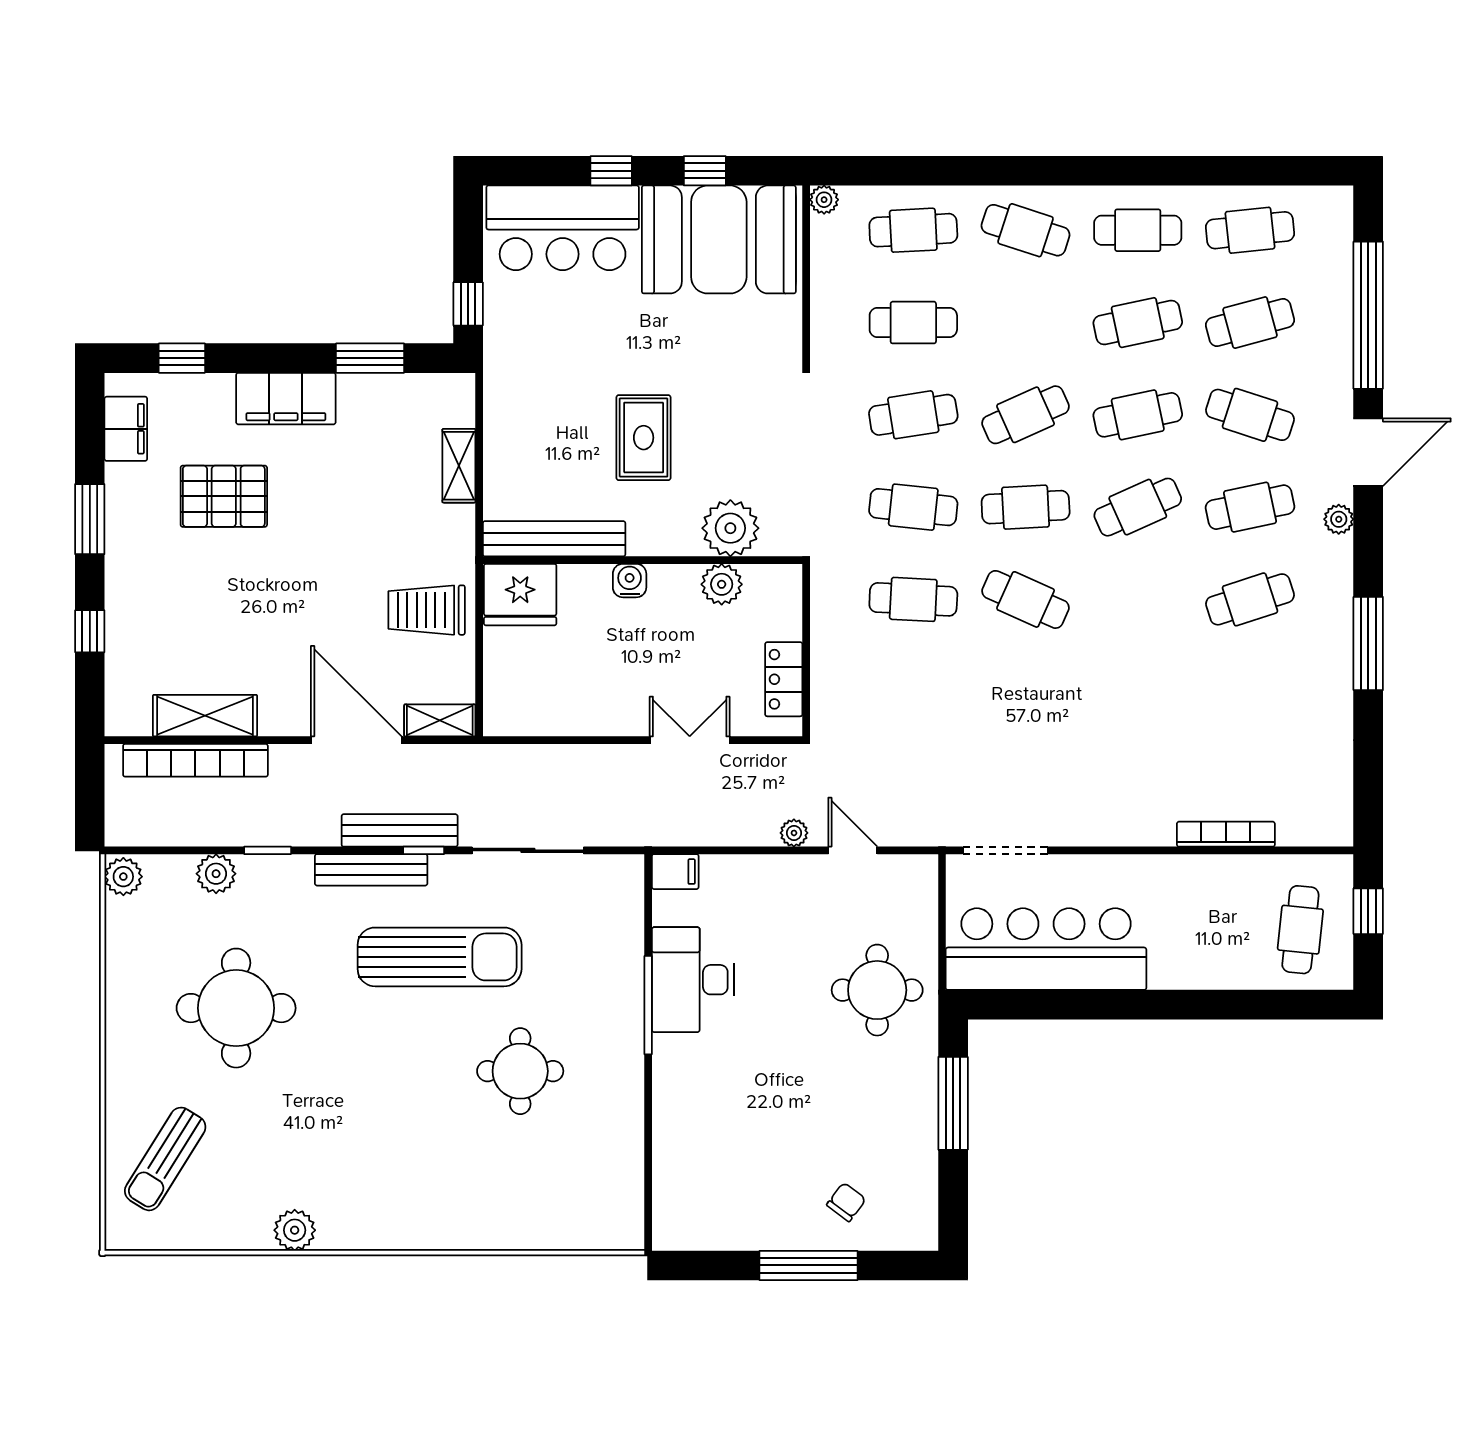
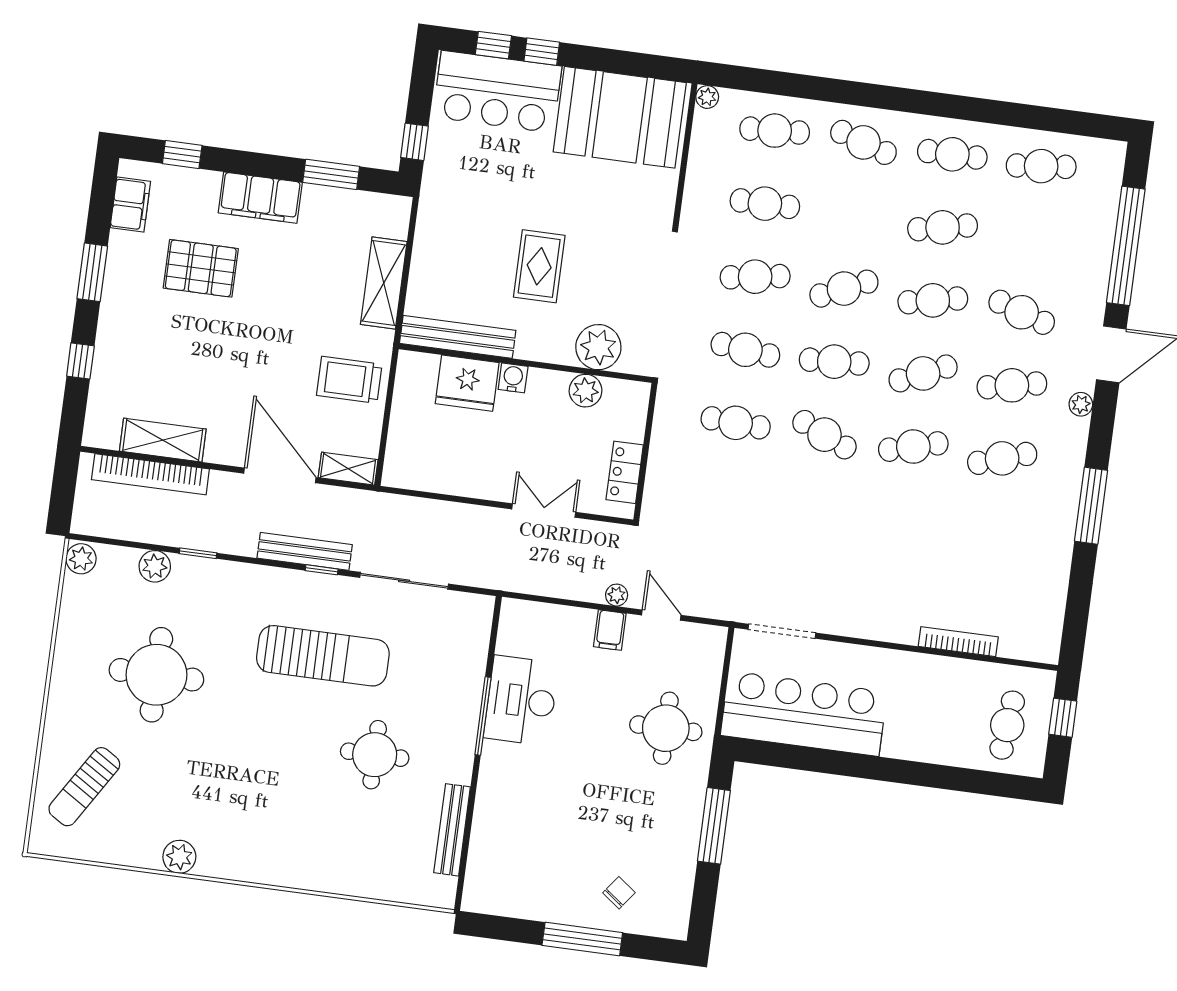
window: (705, 171) -> (493, 45), moved
cafe table: (1250, 323) -> (913, 447), moved
shelving: (459, 466) -> (384, 283), width x1.50, depth x1.33
fridge: (520, 595) -> (467, 383), moved
bench: (371, 870) -> (452, 830), moved, turned 90
filing cabinet: (675, 872) -> (610, 630), moved, turned 90

